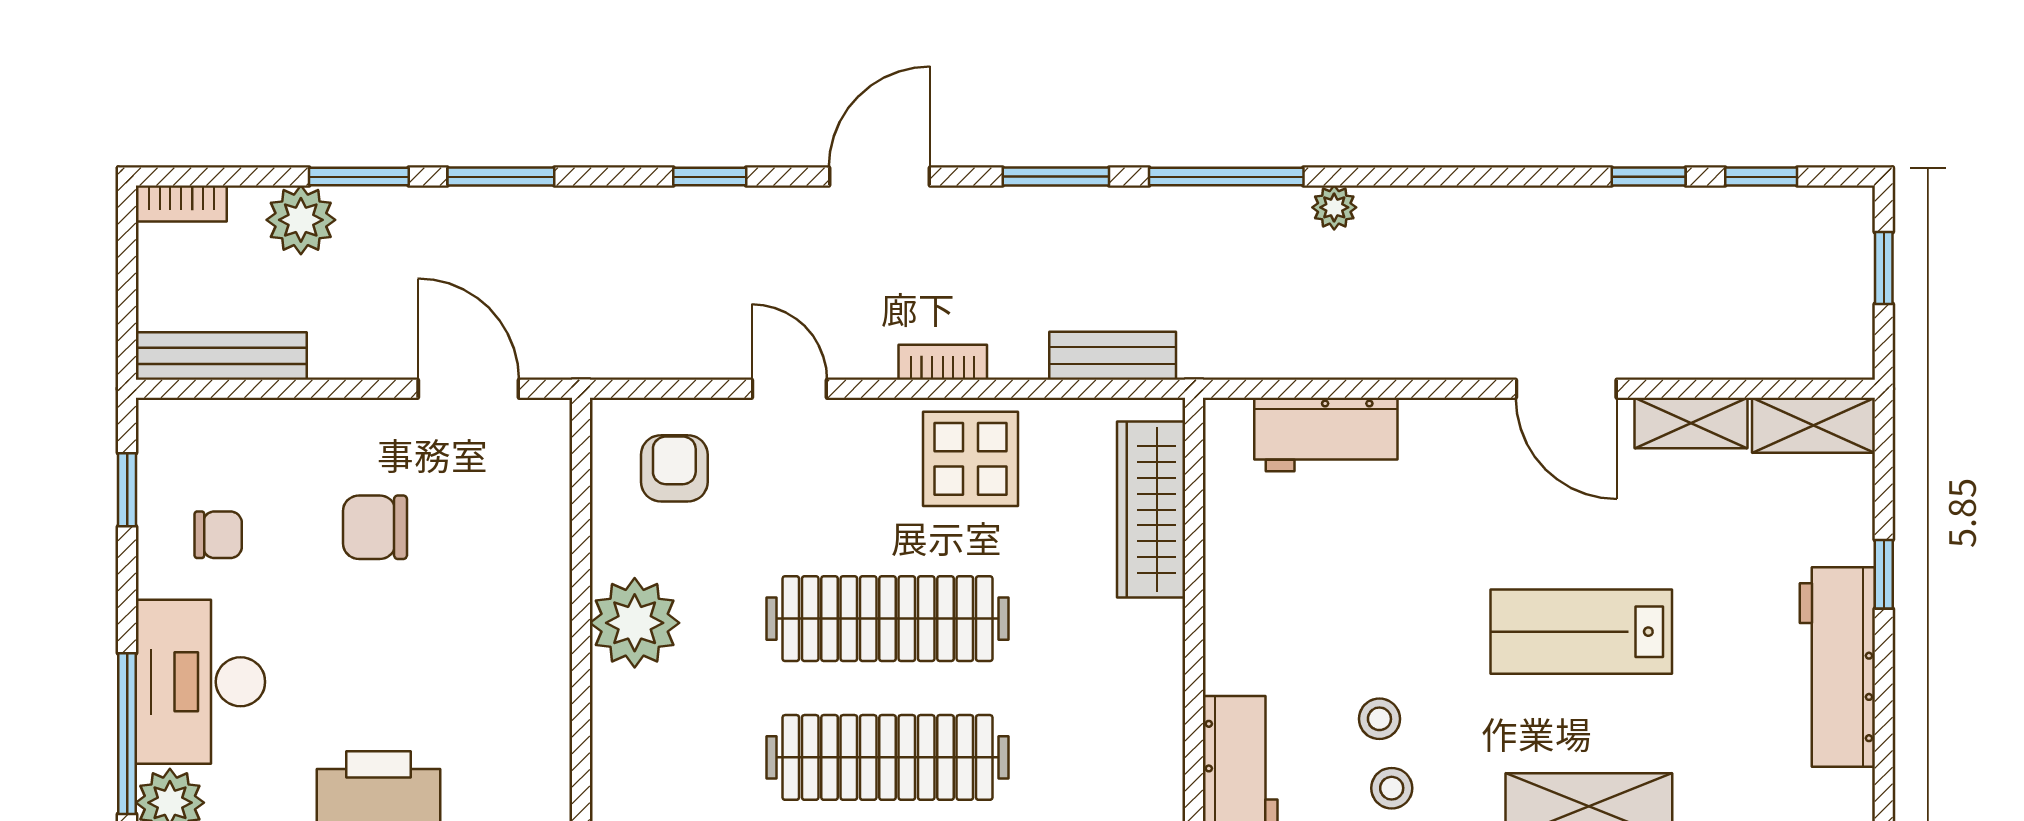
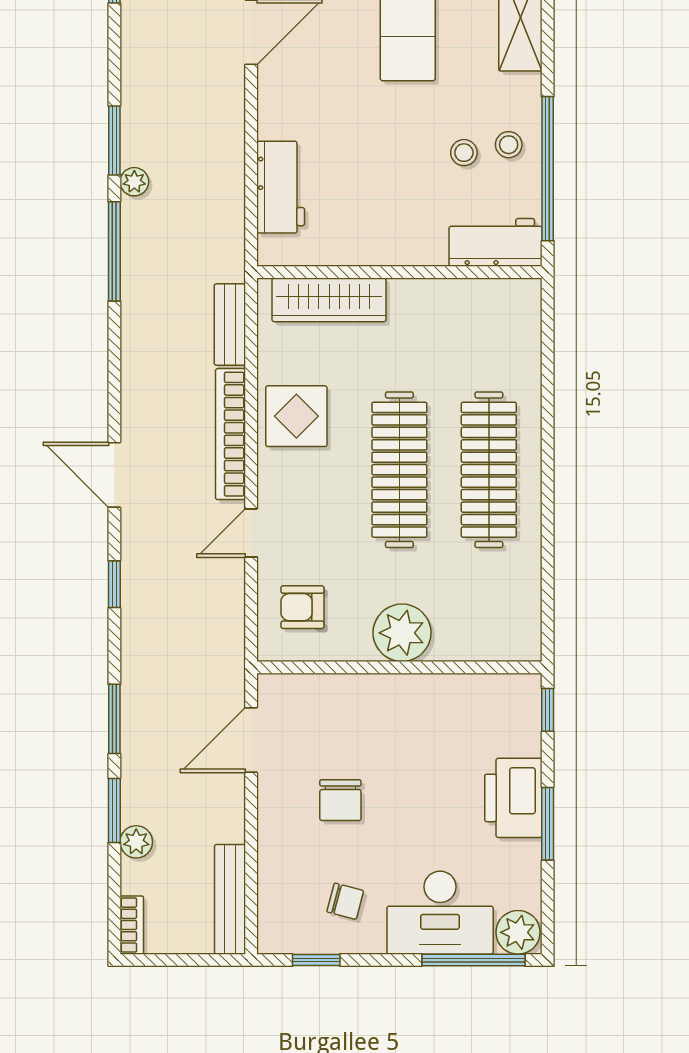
window: (1056, 177) -> (114, 140), moved
plant: (301, 220) -> (136, 842), width x0.73, depth x0.73
bookcase: (943, 362) -> (231, 434), width x2.31, depth x1.31
chair: (218, 535) -> (345, 901), turned 105

